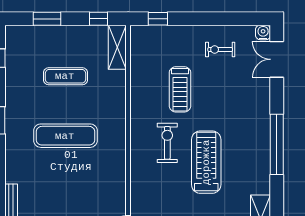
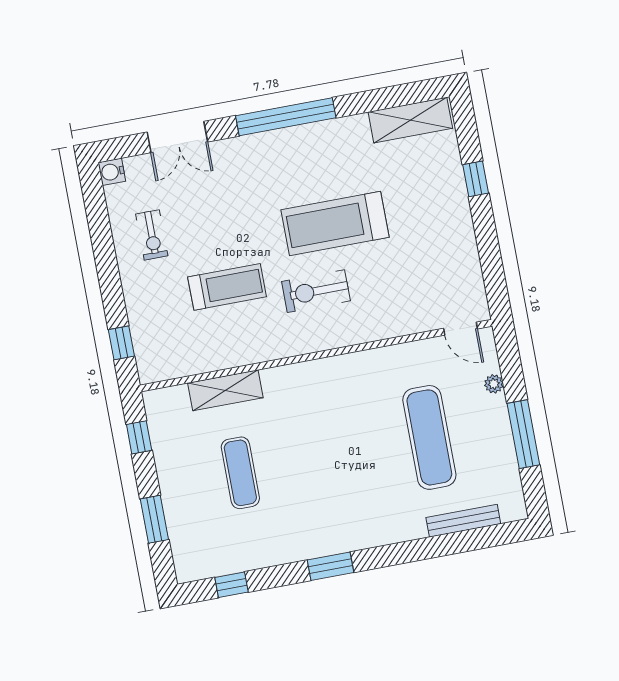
shelving: (117, 47) -> (225, 390), moved
double door: (277, 59) -> (177, 137), moved
exercise mat: (65, 136) -> (429, 437), moved

